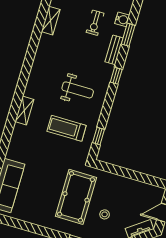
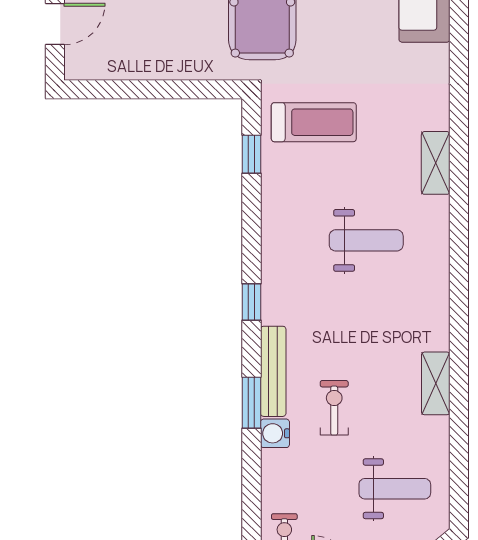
bench: (114, 50) -> (273, 371), width x1.36
weight bench: (78, 90) -> (366, 240), moved, turned 180
treadmill: (67, 128) -> (314, 122), moved

